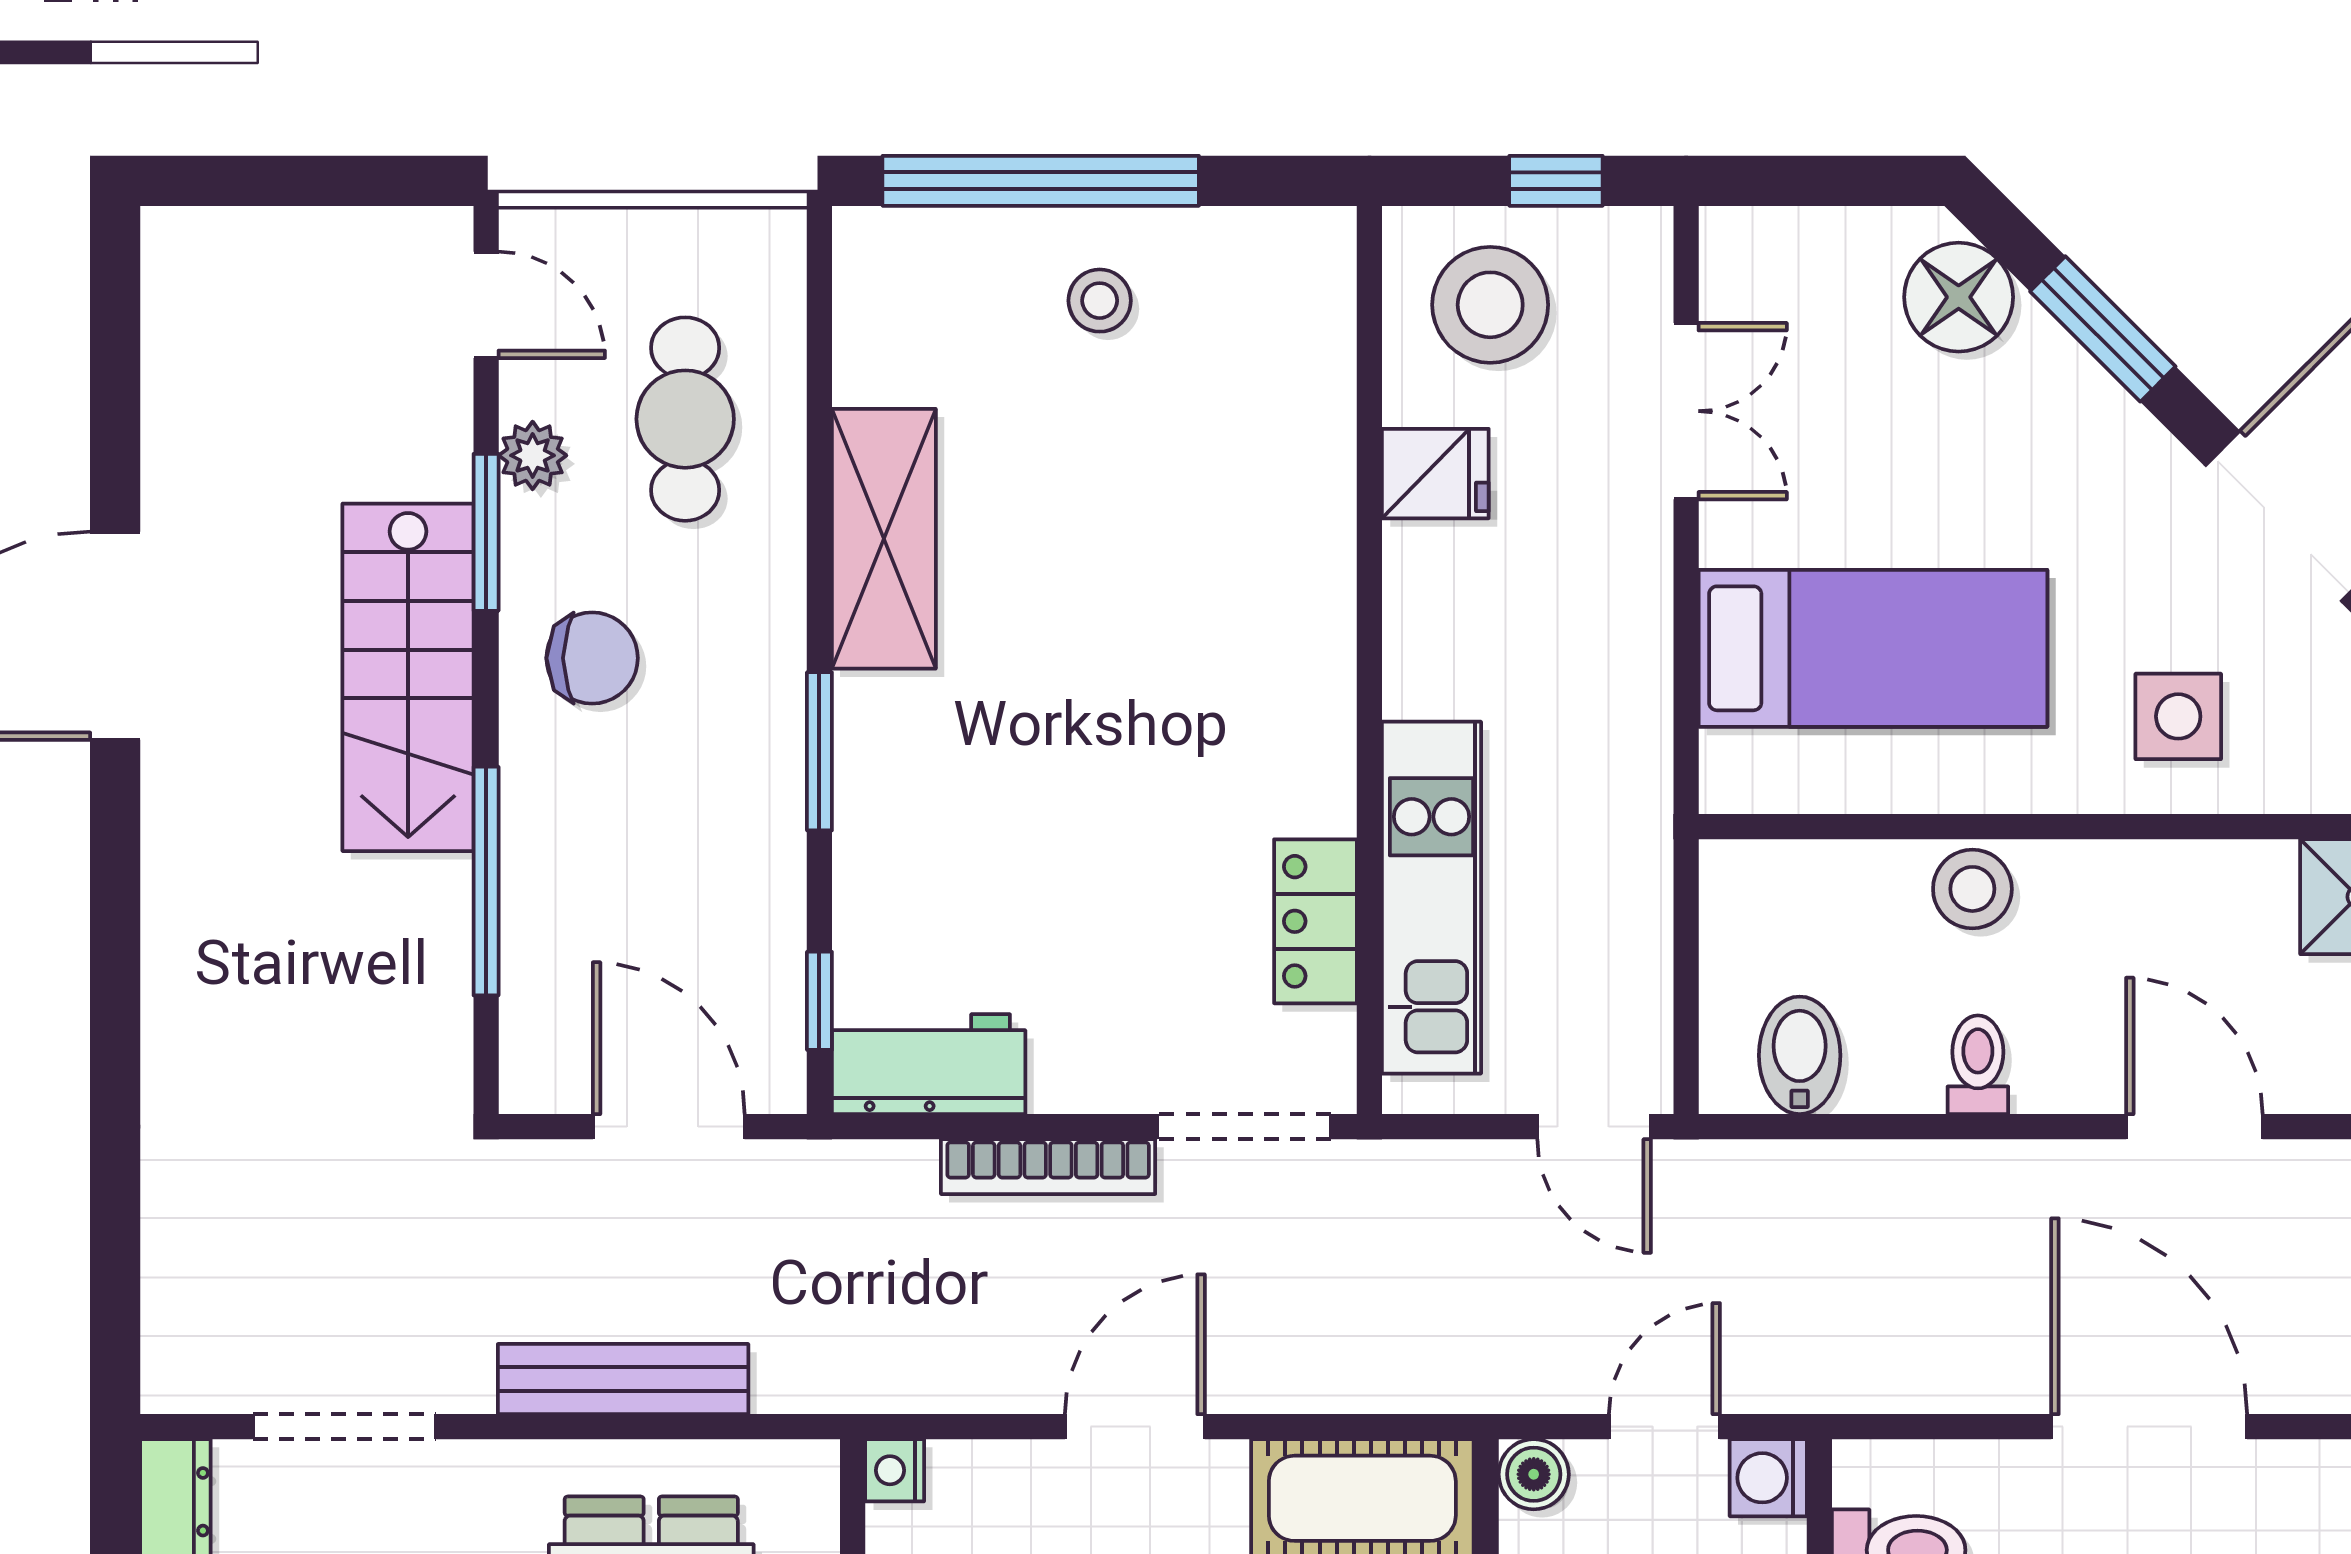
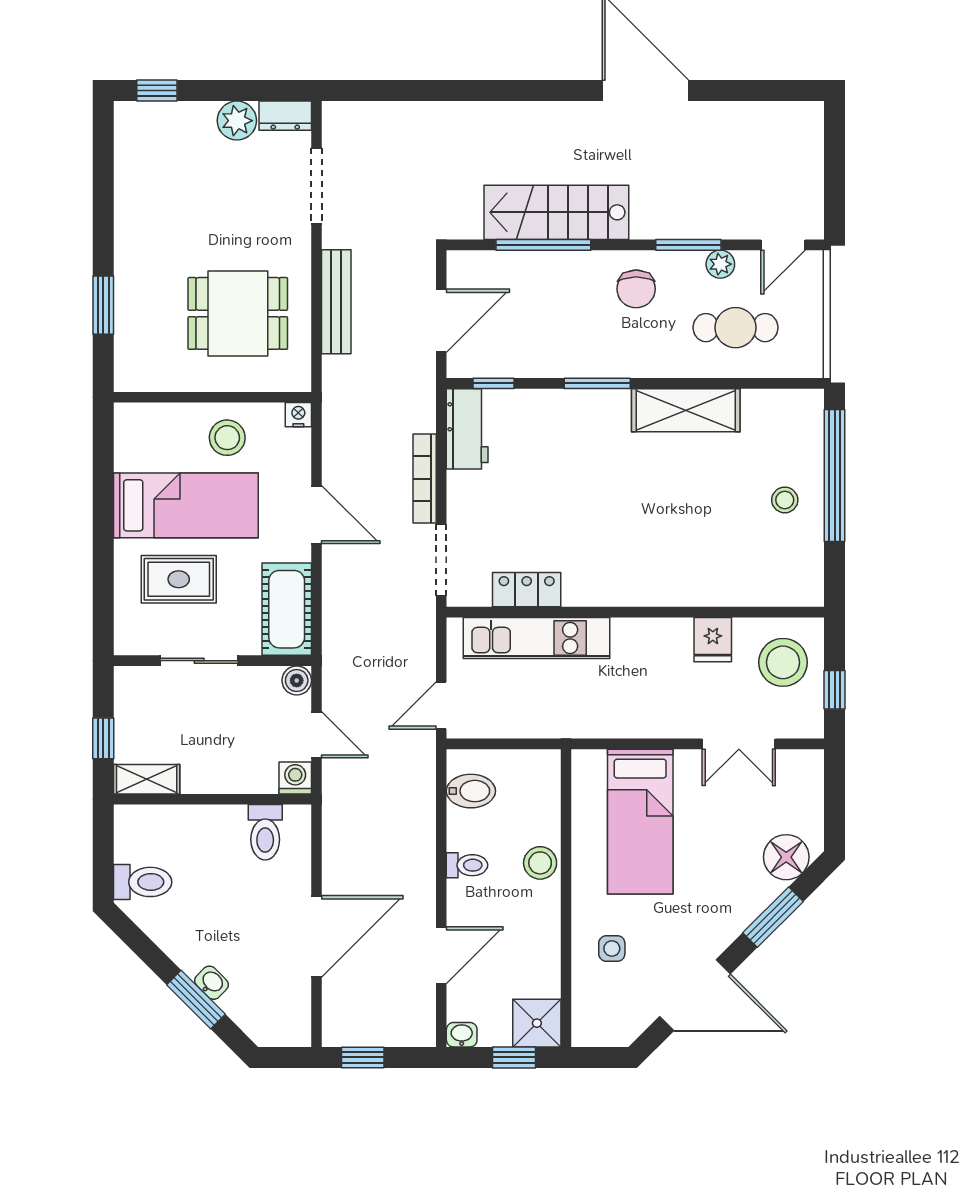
stairs: (408, 677) -> (556, 212), moved
side table: (2178, 716) -> (612, 949), width x0.73, depth x0.73

